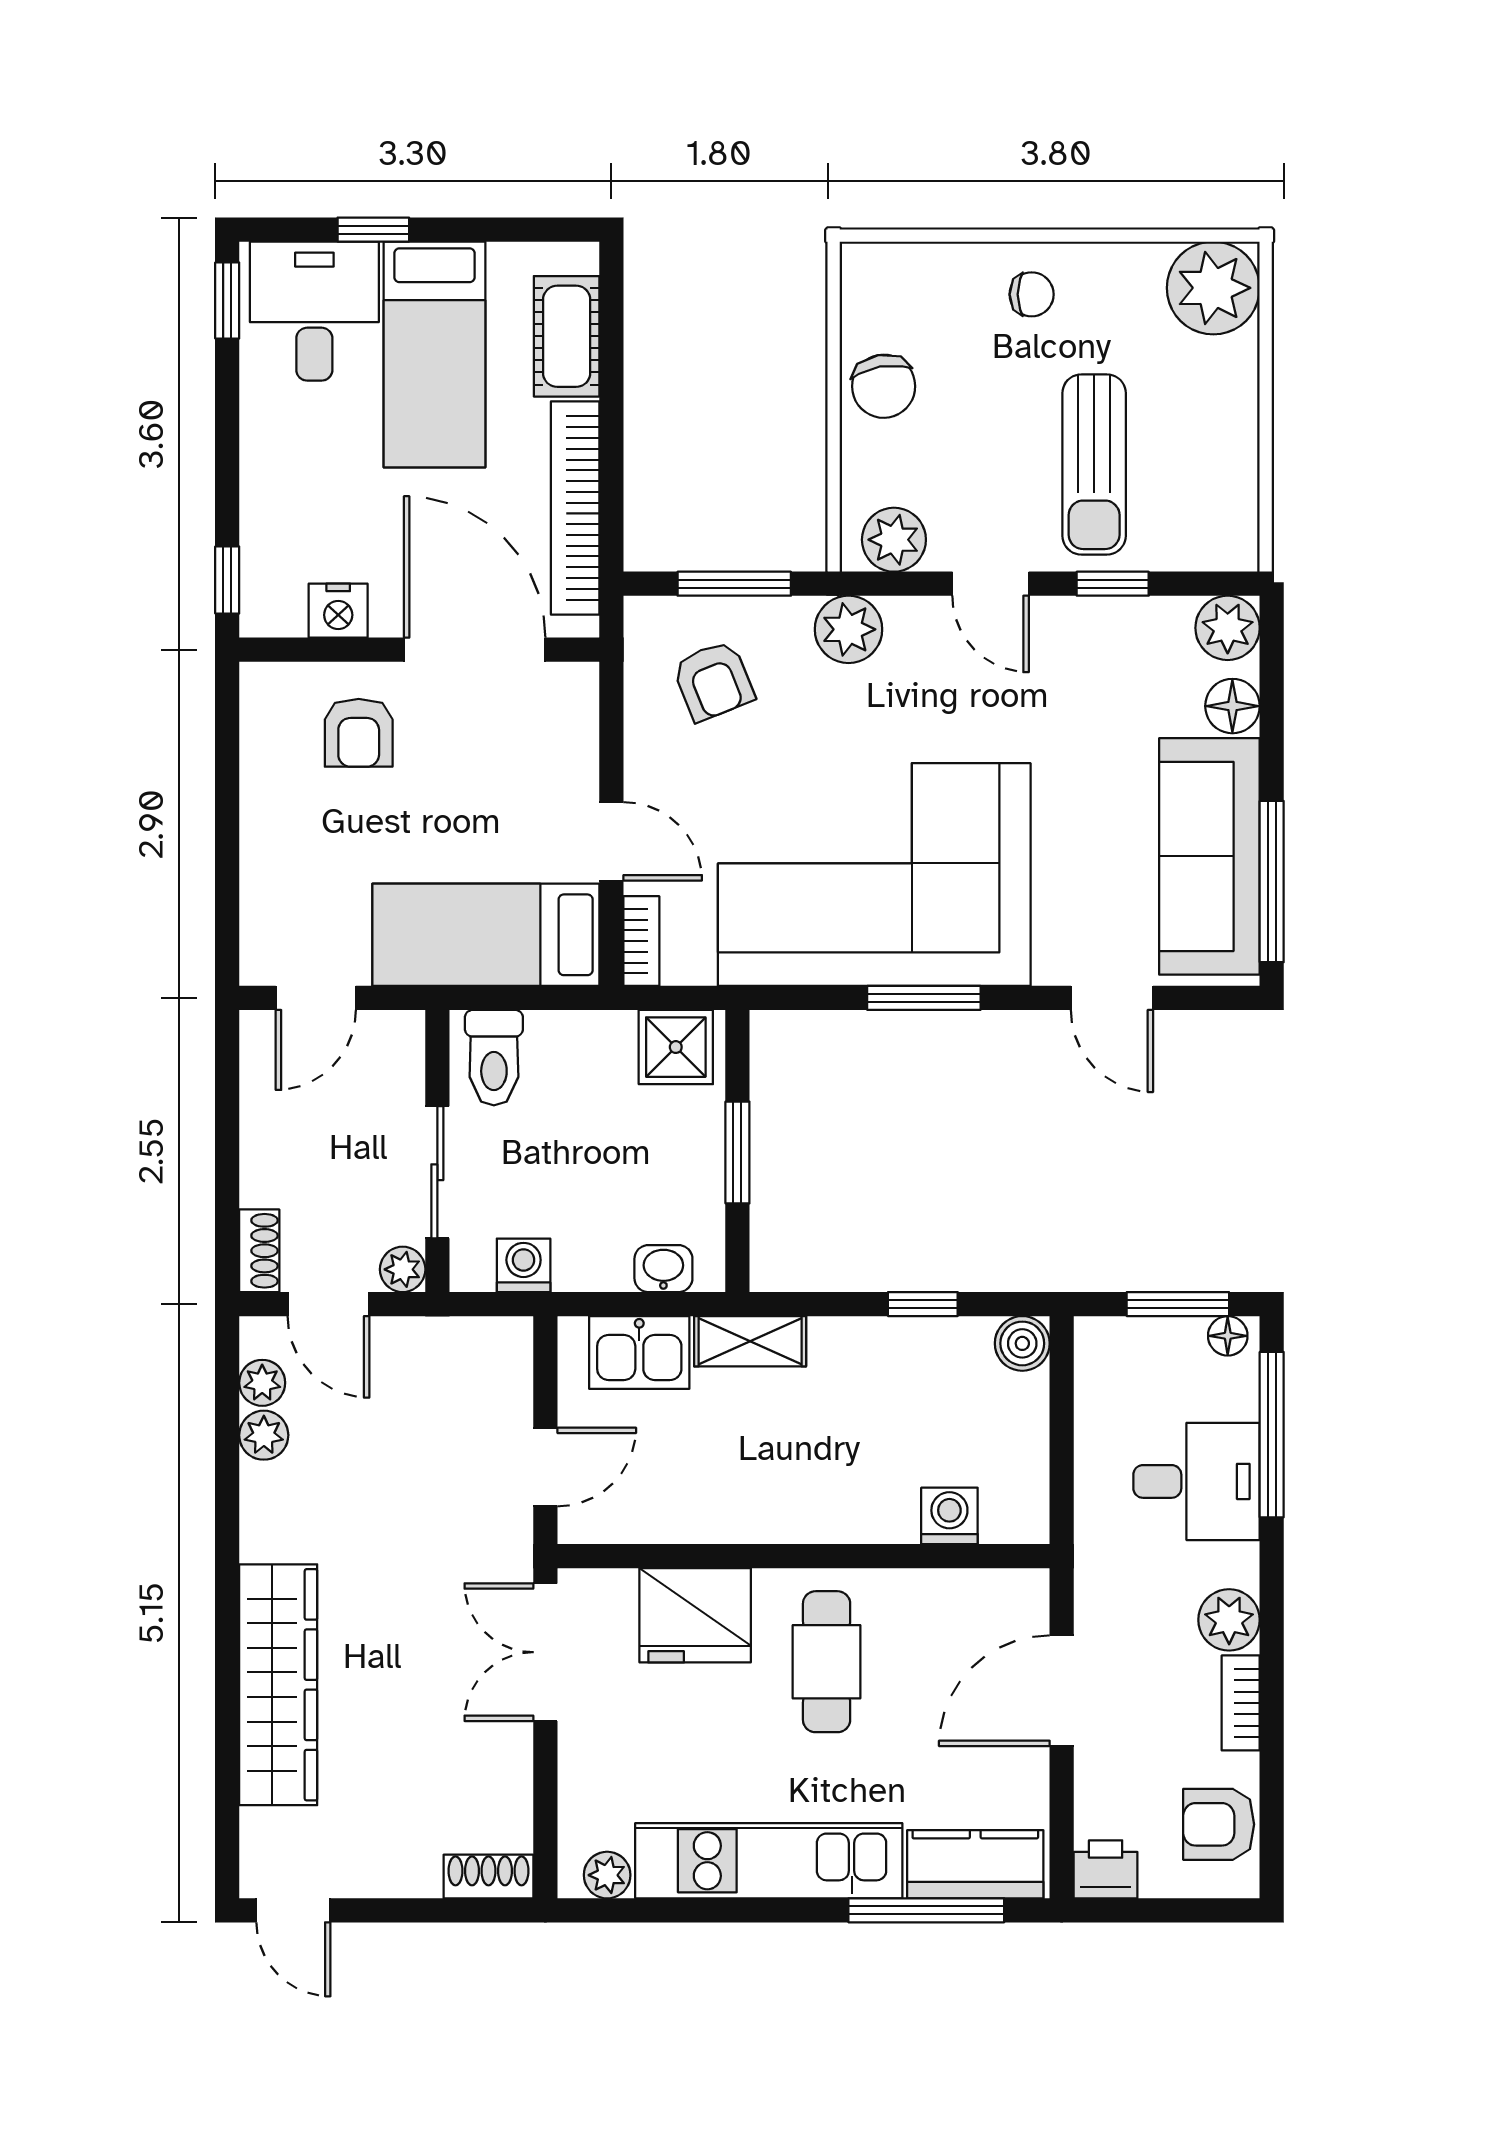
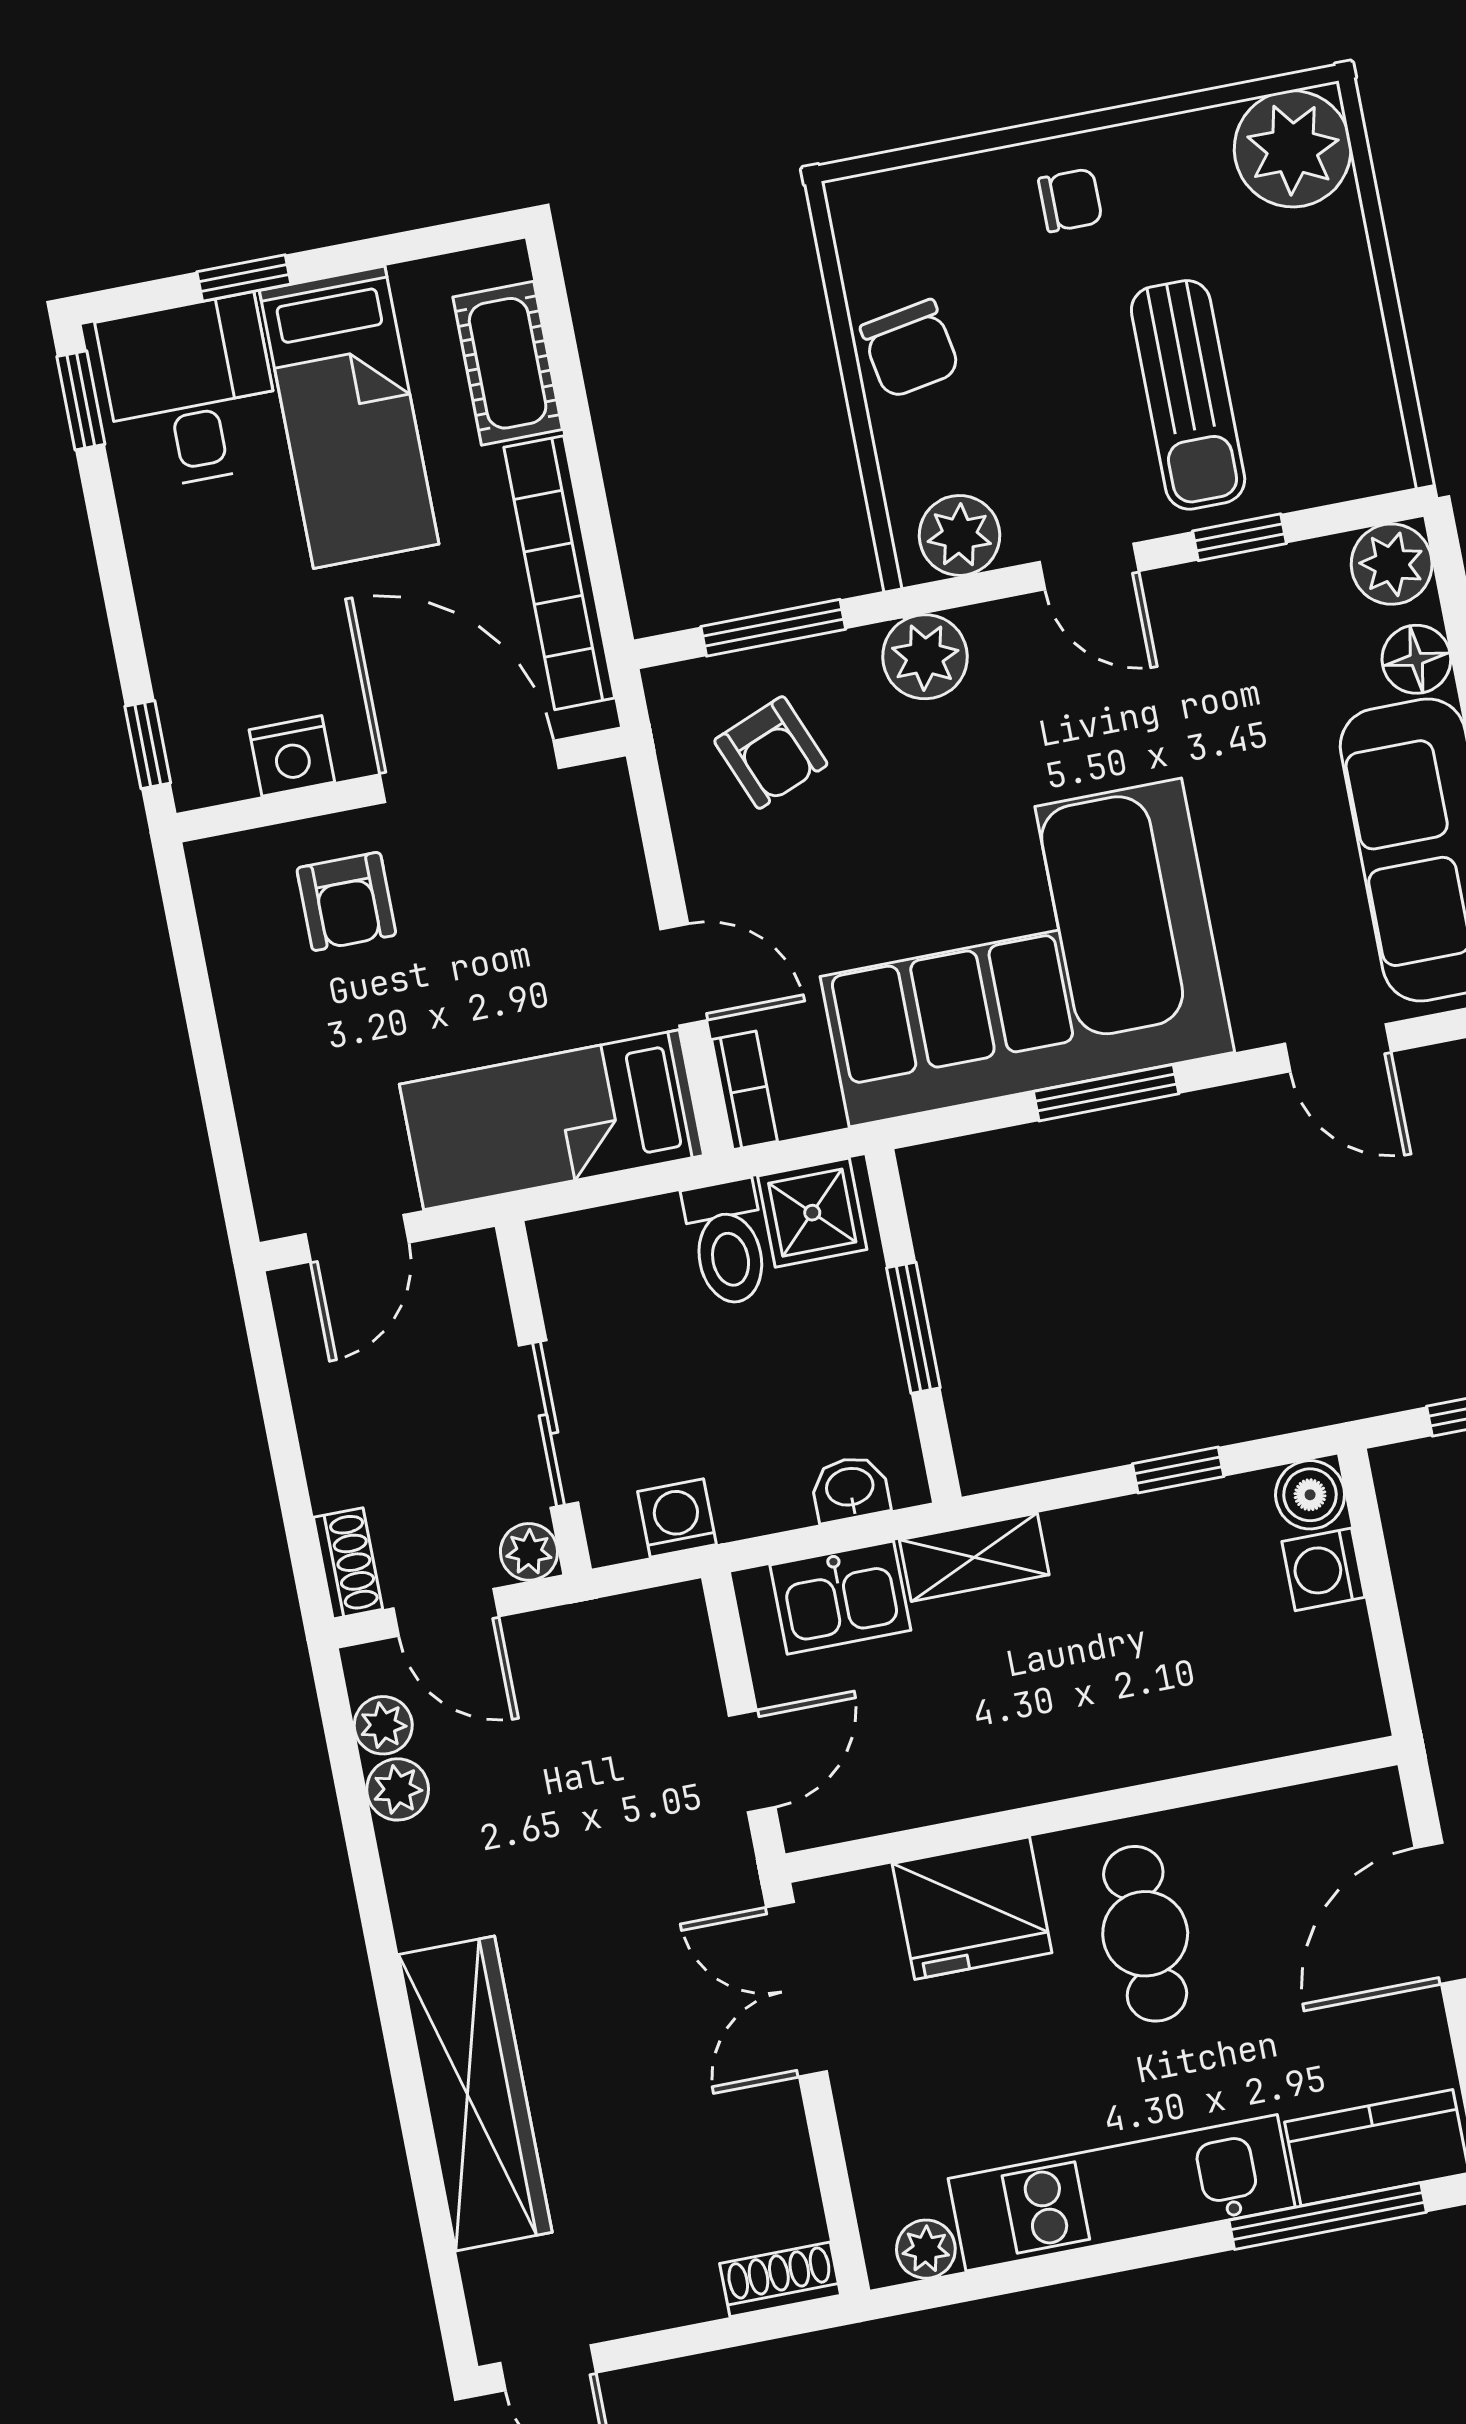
toilet: (494, 1058) -> (727, 1243), moved
washing machine: (949, 1516) -> (1323, 1569), moved, turned -90

